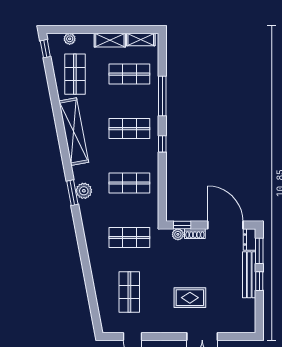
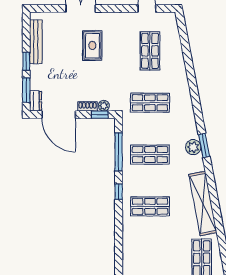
shop shelf: (129, 74) -> (150, 258), removed
window: (162, 96) -> (119, 152), moved
bench: (249, 275) -> (36, 42), moved
rug: (190, 298) -> (92, 45), turned 90

